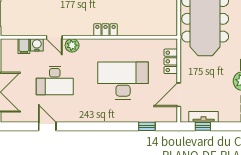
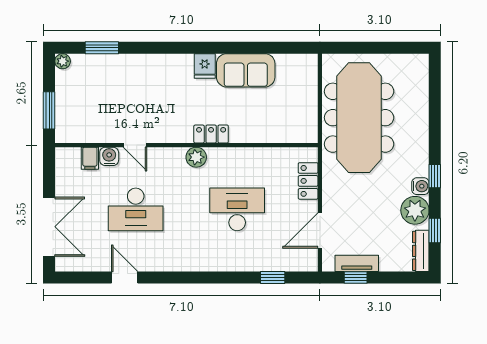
plant: (72, 45) -> (196, 157), moved
desk: (123, 81) -> (237, 209), width x0.73, depth x0.77

